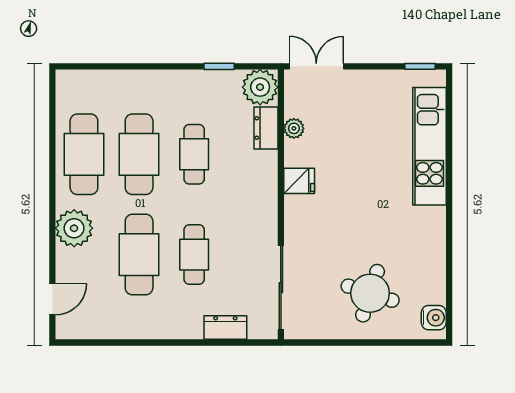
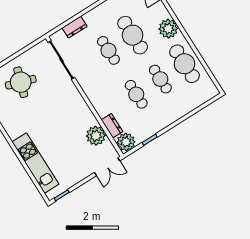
plant: (294, 128) -> (96, 136), width x1.88, depth x1.88
cafe table: (139, 154) -> (160, 79), width x0.73, depth x0.74
fridge: (299, 181) -> (83, 112), removed

